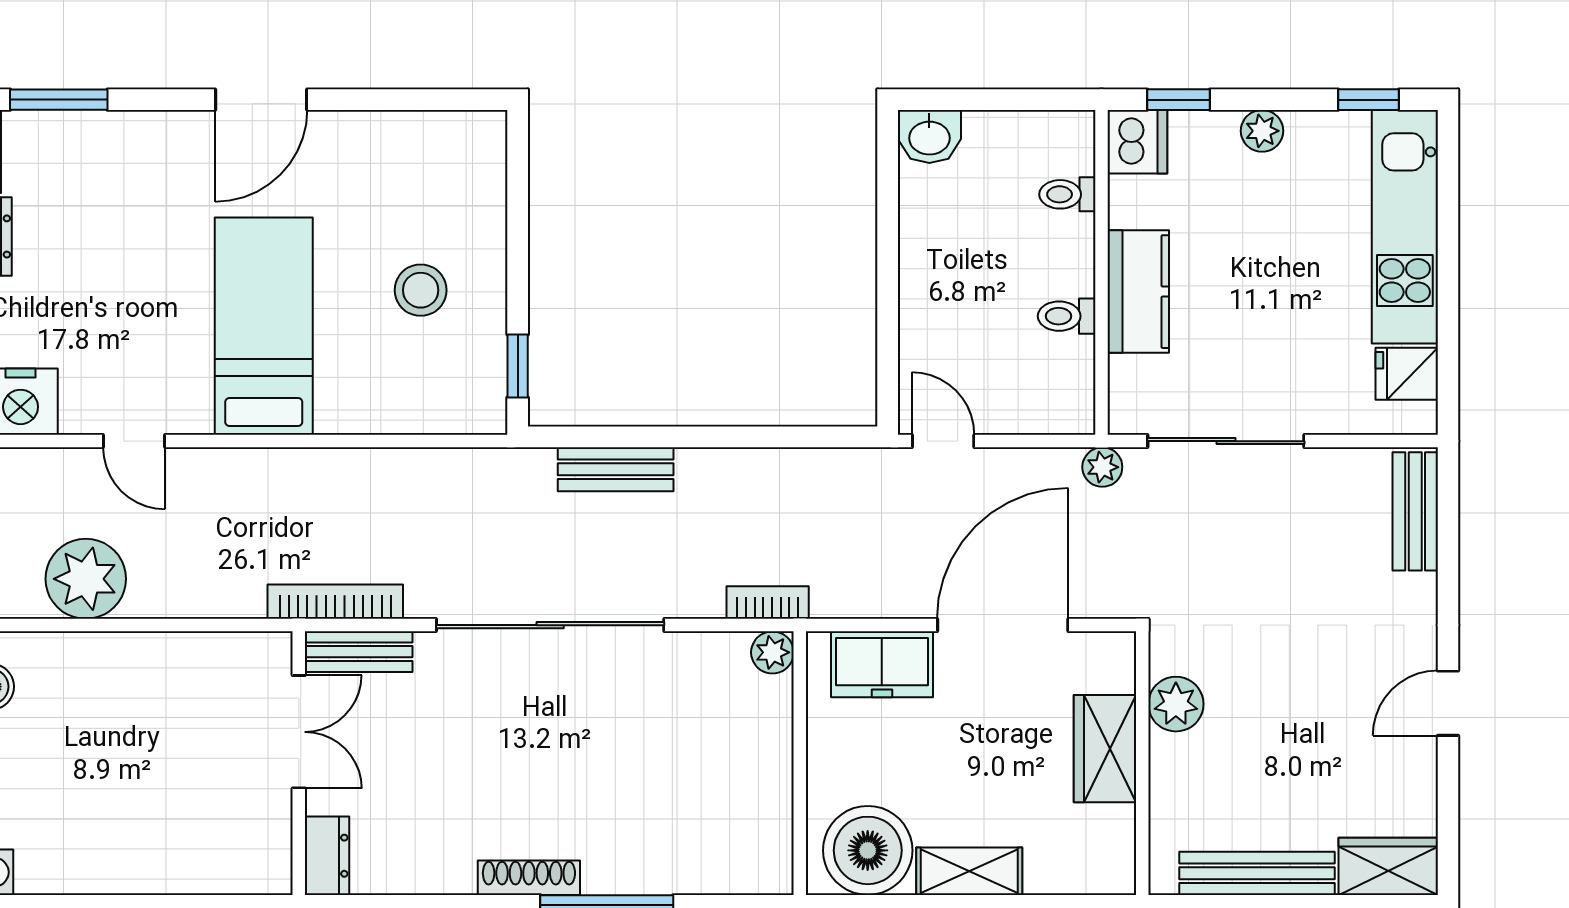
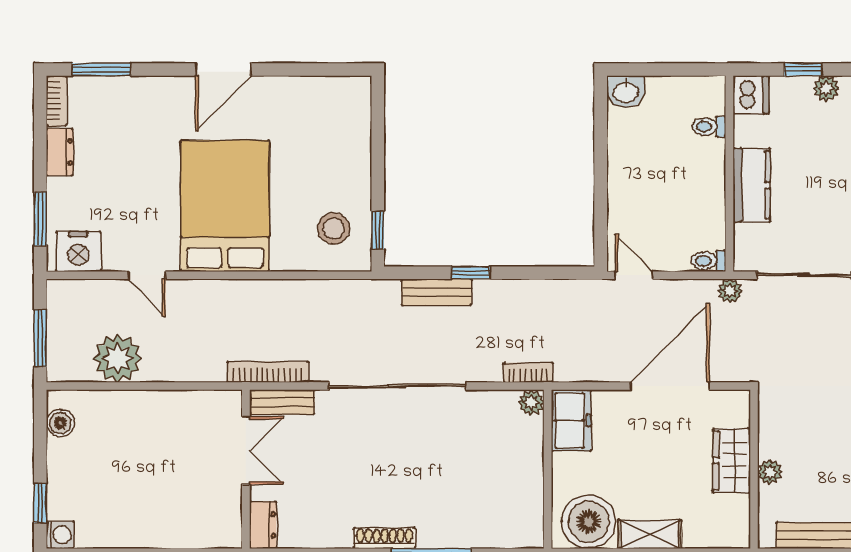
window: (1178, 100) -> (803, 70), moved
stool: (421, 290) -> (334, 229), moved
toilet: (1067, 316) -> (708, 261), moved
bed: (264, 326) -> (225, 206), width x1.50
window: (672, 437) -> (471, 273), added
freezer: (882, 664) -> (571, 420), moved, turned -90
plant: (1176, 704) -> (770, 472), moved, width x0.73, depth x0.73

